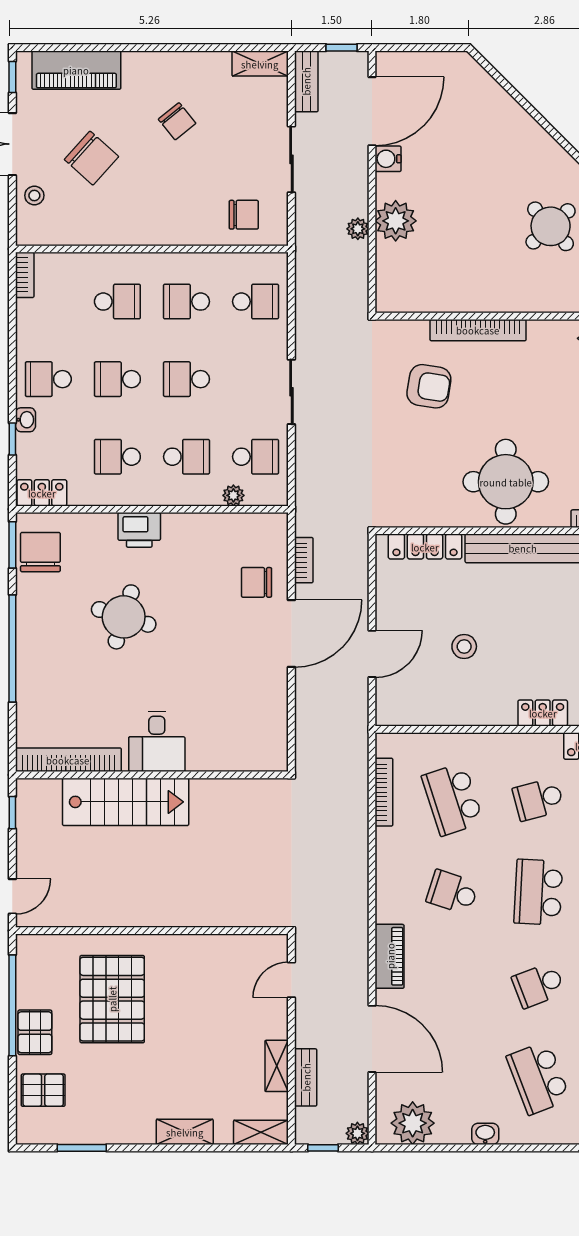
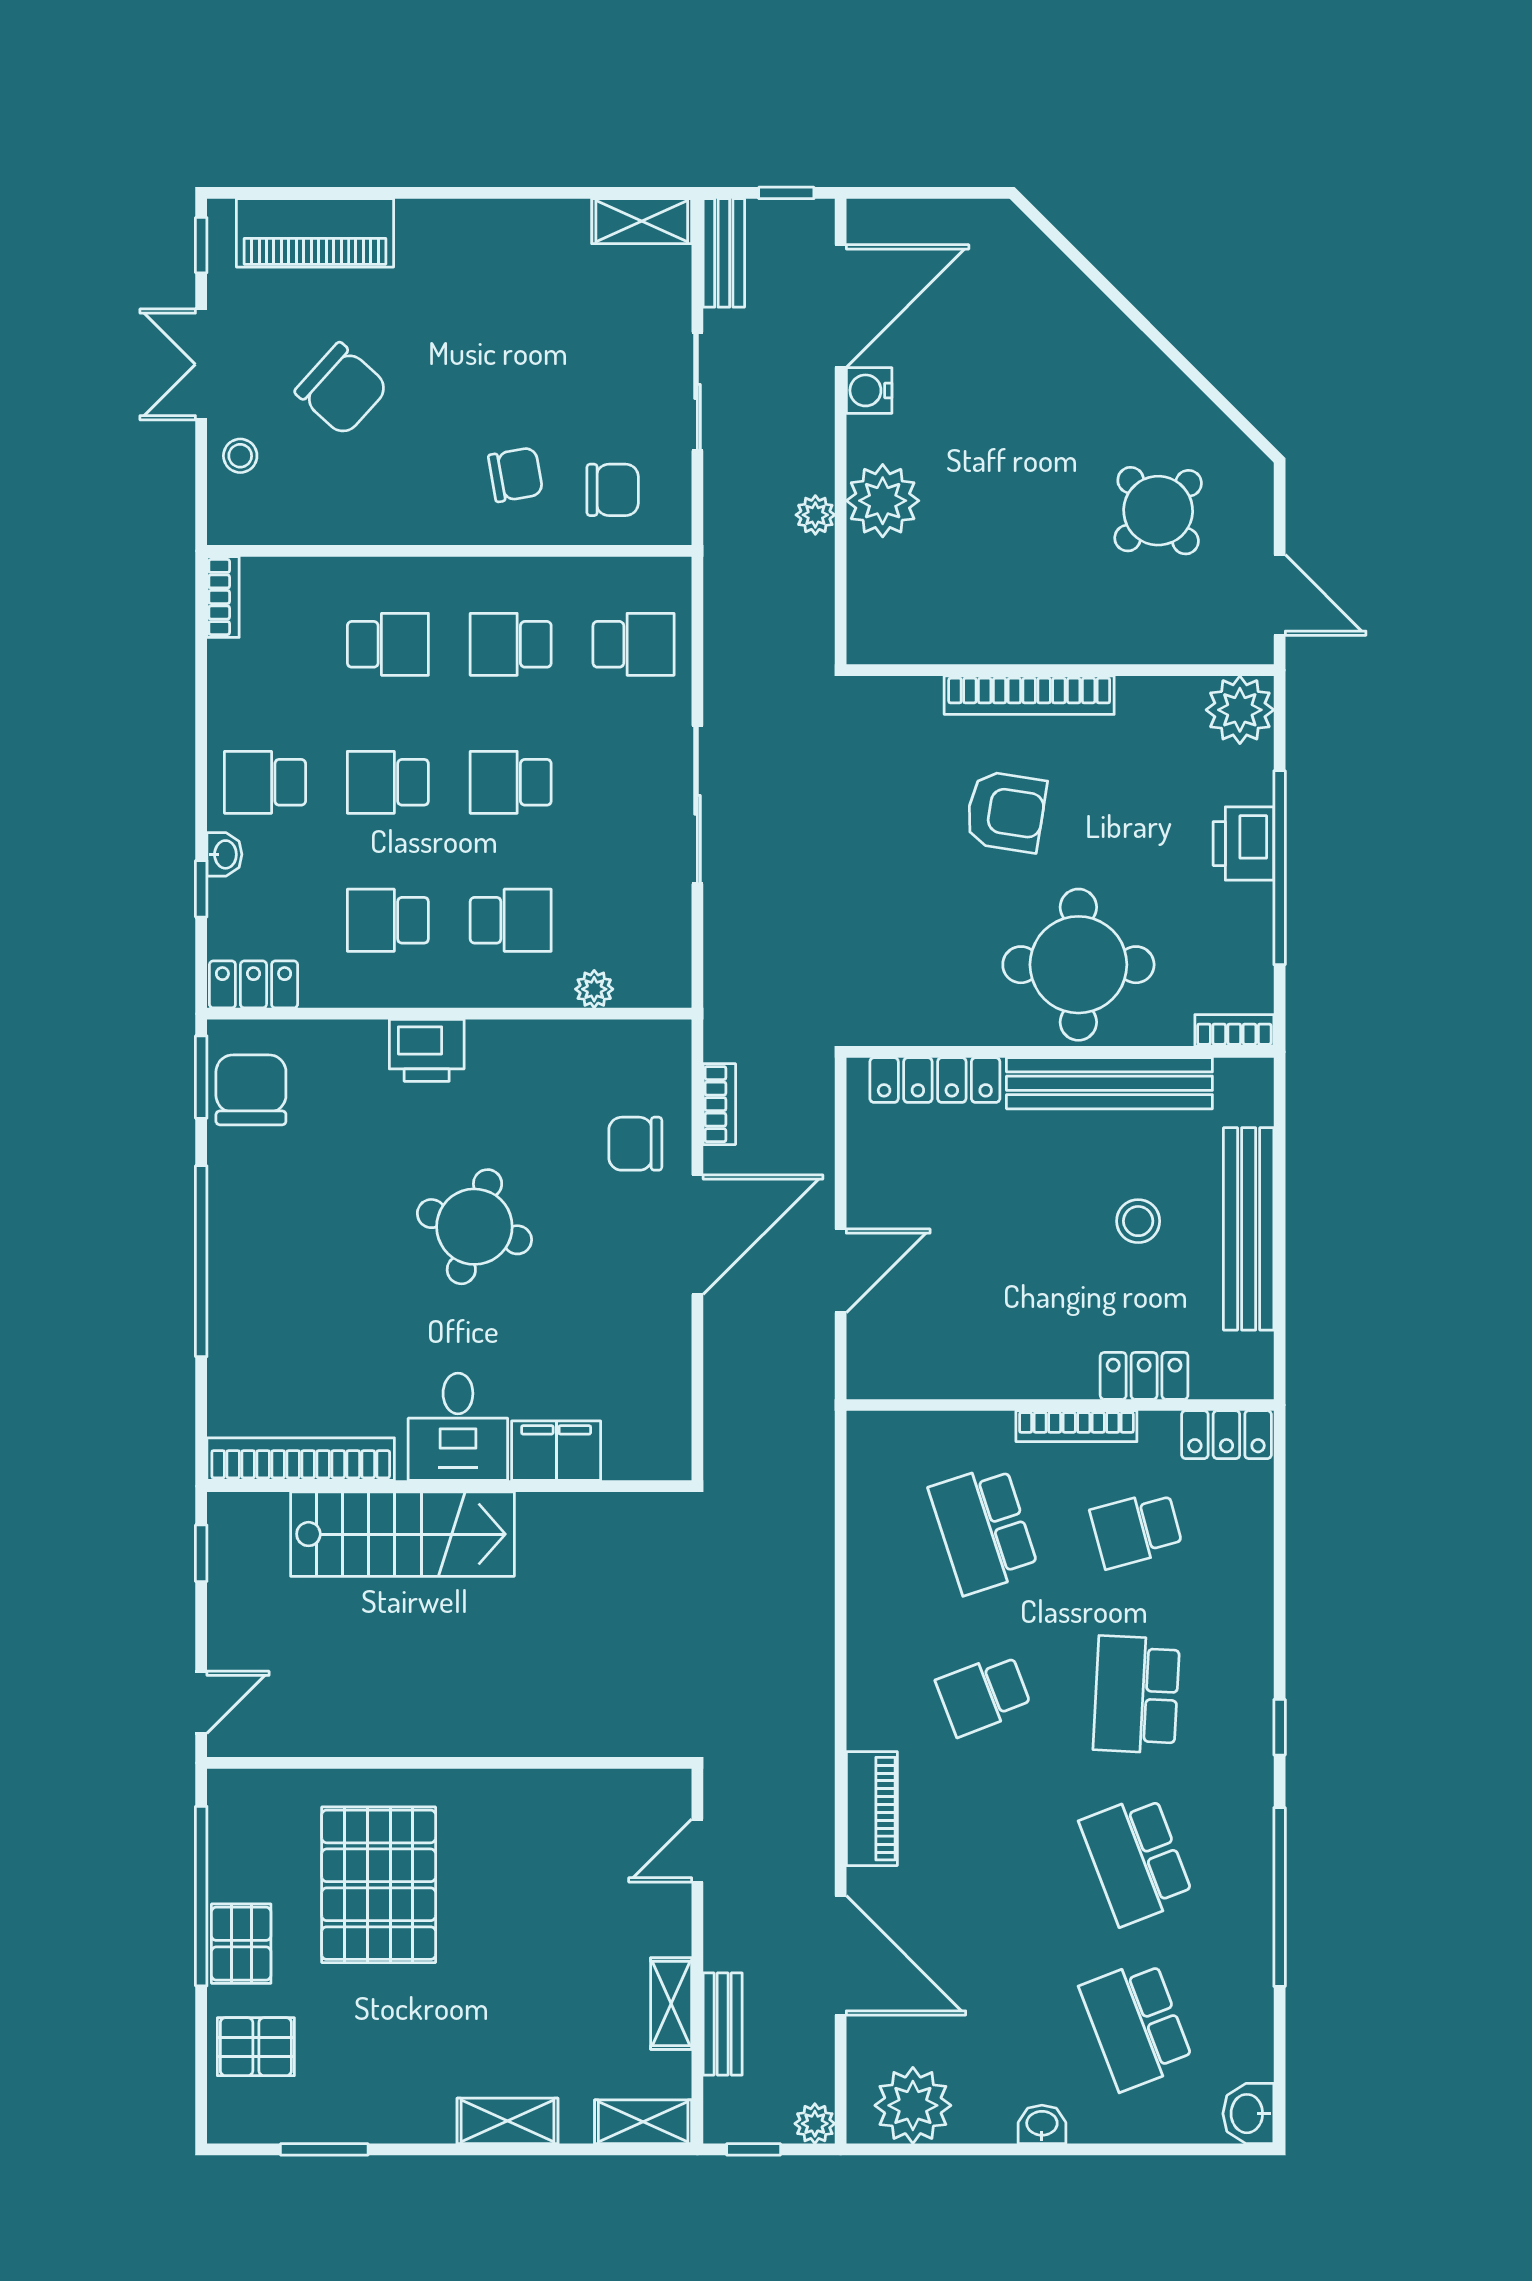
chair: (177, 121) -> (516, 475), moved, turned -61
armchair: (429, 386) -> (1006, 812), moved
sliding door: (291, 392) -> (697, 805), width x1.37
school desk: (256, 457) -> (634, 920), removed
round table: (124, 617) -> (474, 1227), moved
stool: (464, 646) -> (1138, 1221), moved
filing cabinet: (212, 755) -> (556, 1451), added
bookcase: (384, 792) -> (1076, 1426), moved, turned 90
school desk: (452, 892) -> (984, 1695), turned -39
school desk: (538, 985) -> (1136, 1860), width x1.85

